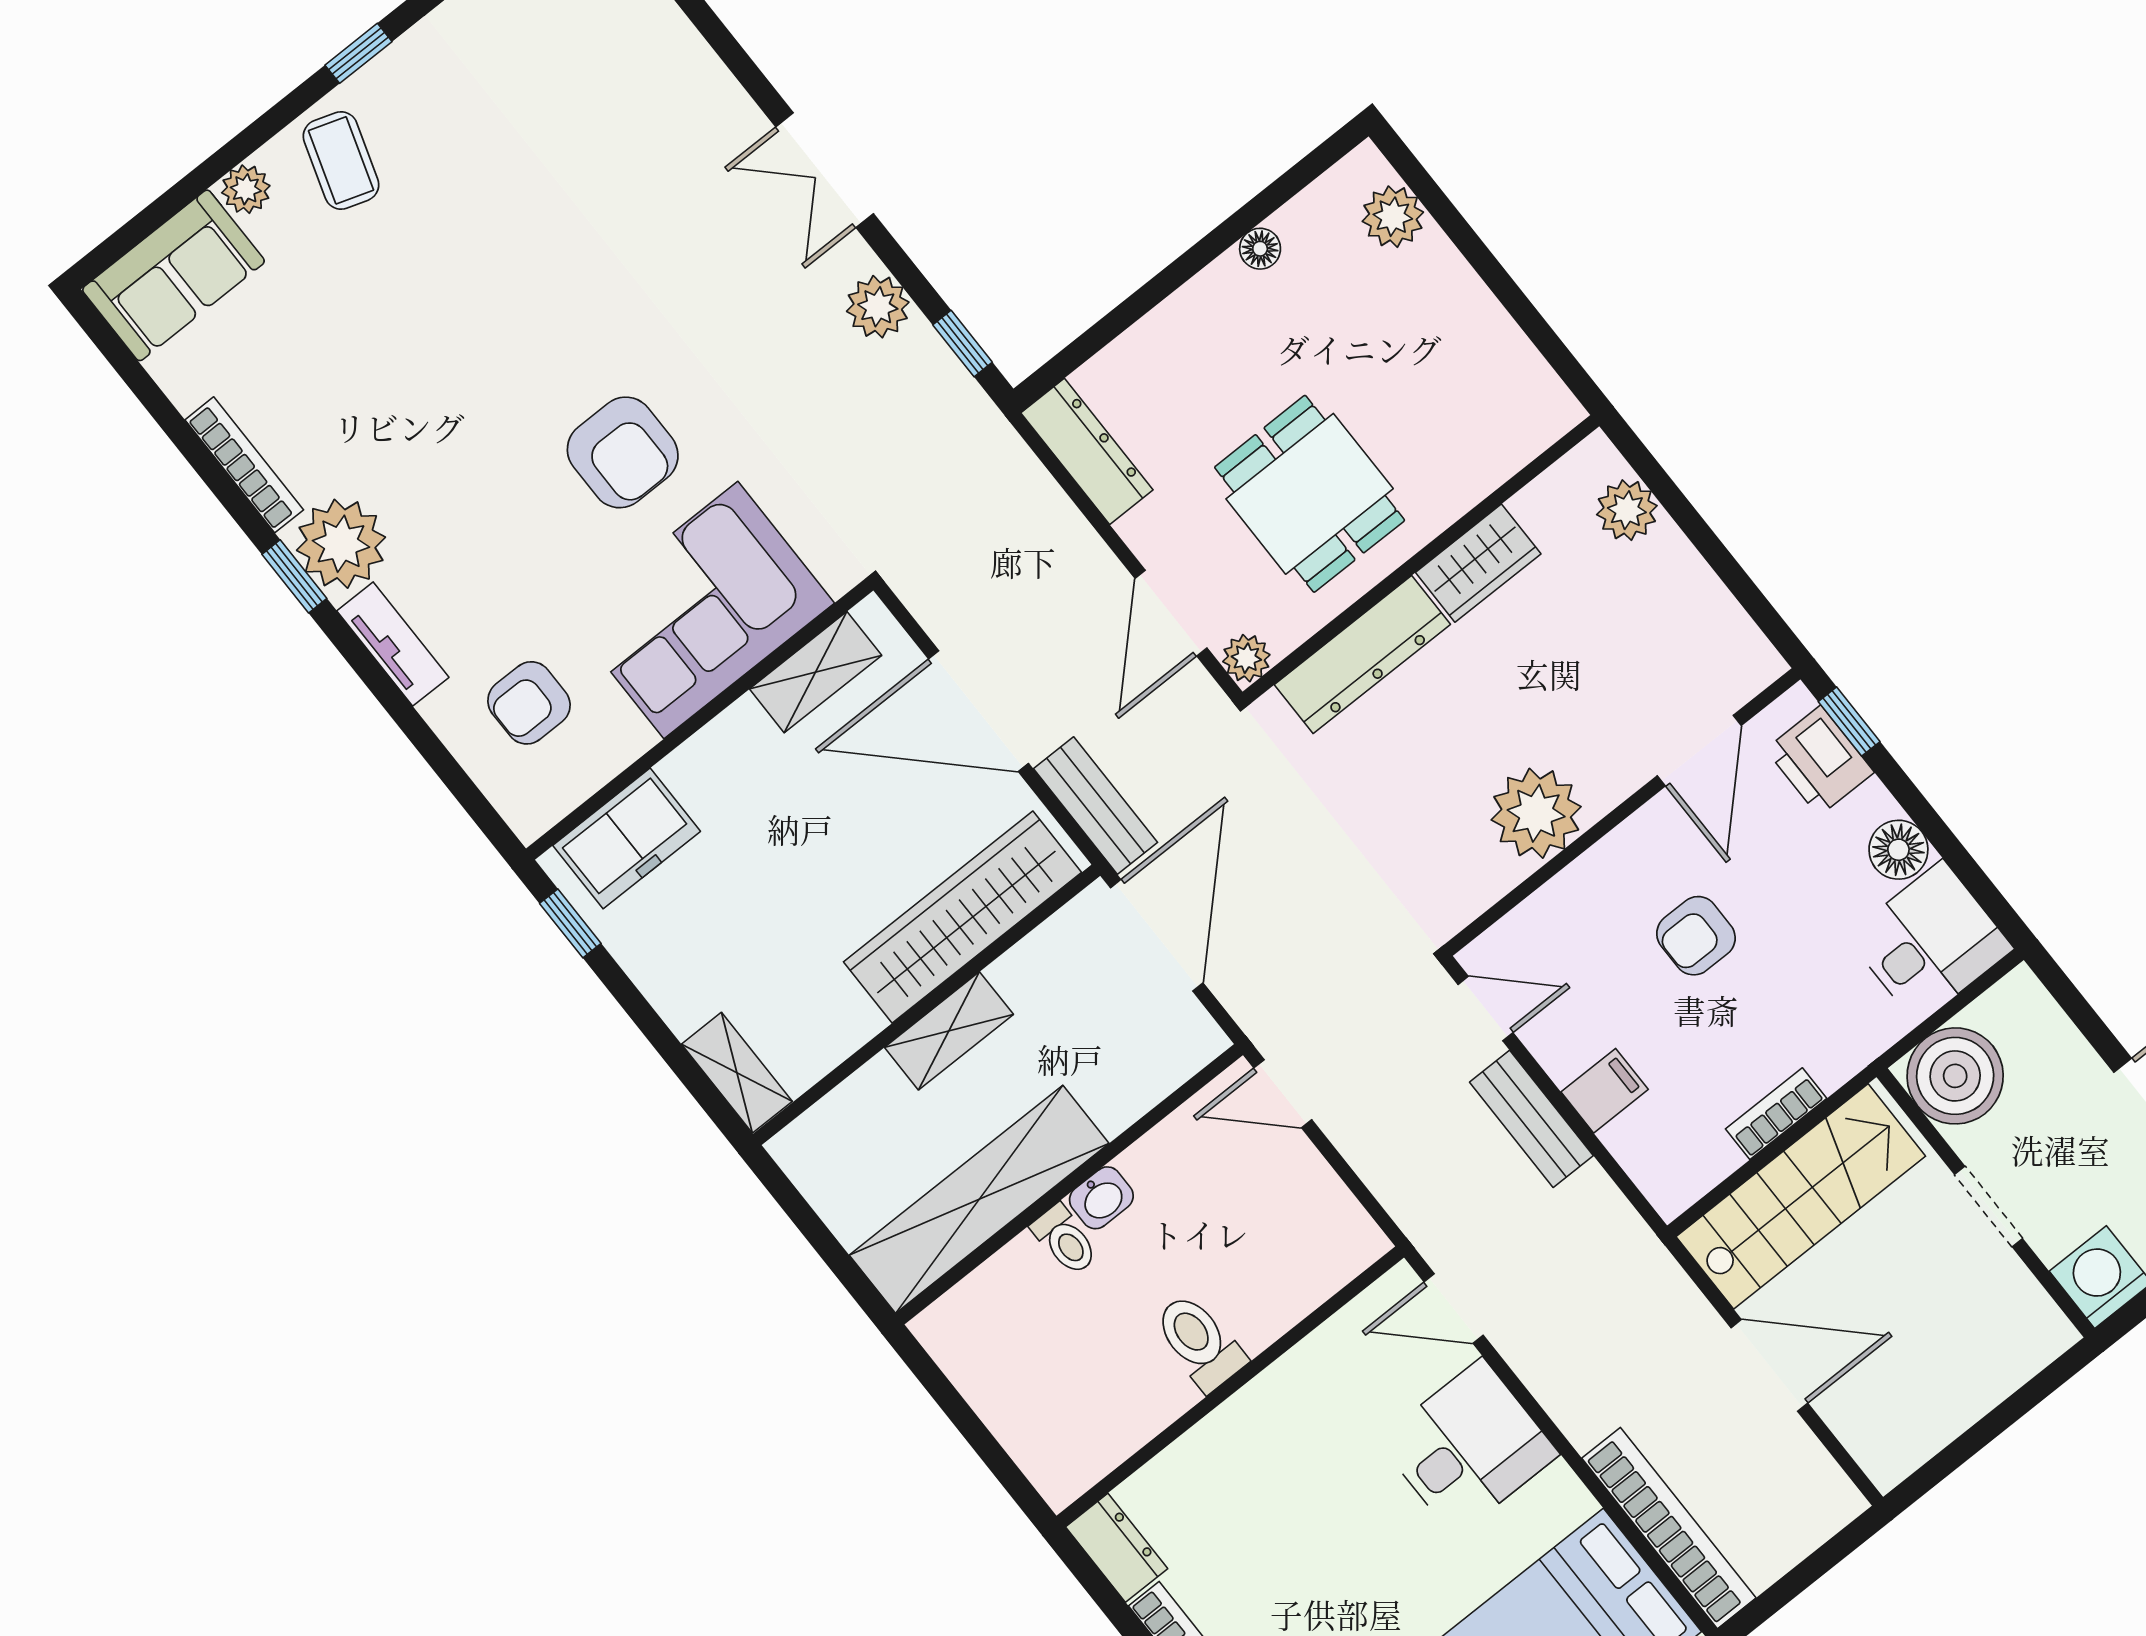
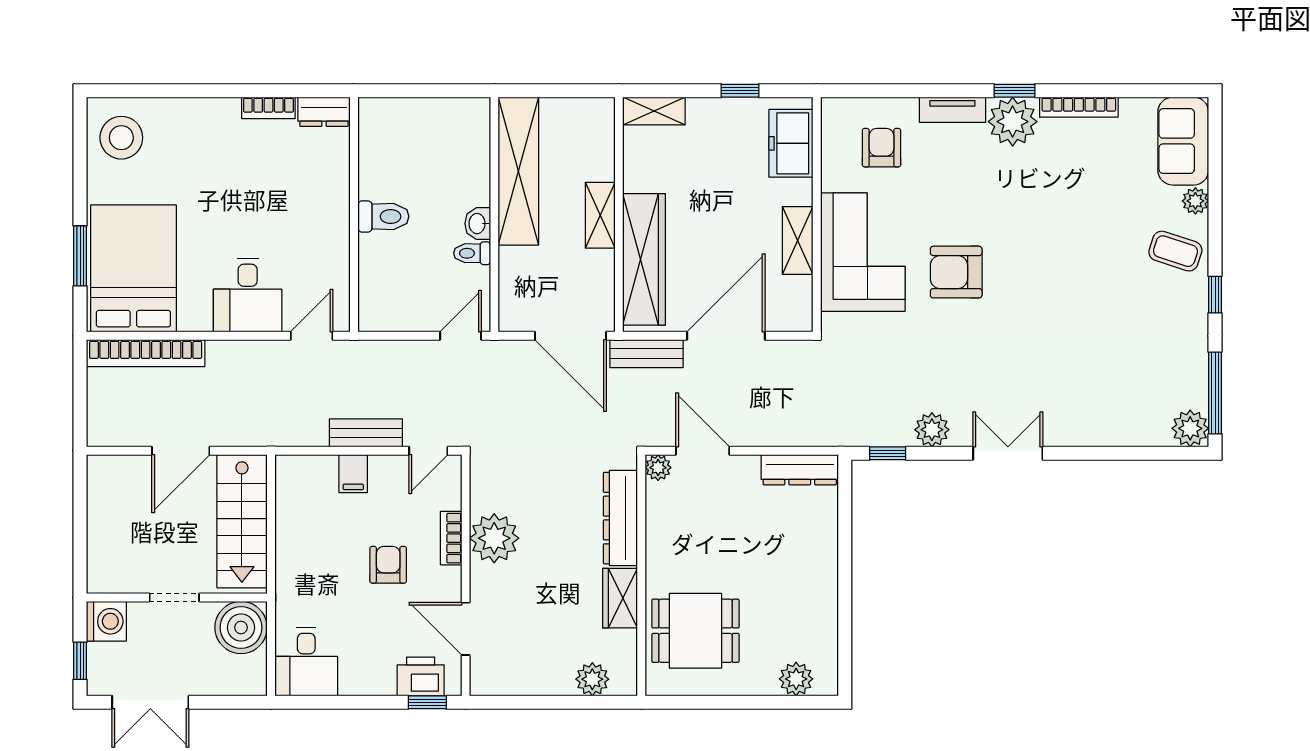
floor lamp: (1260, 249) -> (827, 612), removed
dining table: (1310, 494) -> (695, 631), moved
shelving: (816, 672) -> (798, 240), moved
floor lamp: (1898, 850) -> (356, 680), removed
window: (570, 923) -> (740, 91), moved
bookcase: (1776, 1114) -> (451, 538), moved, turned 180
toilet: (1065, 1240) -> (472, 253), moved

